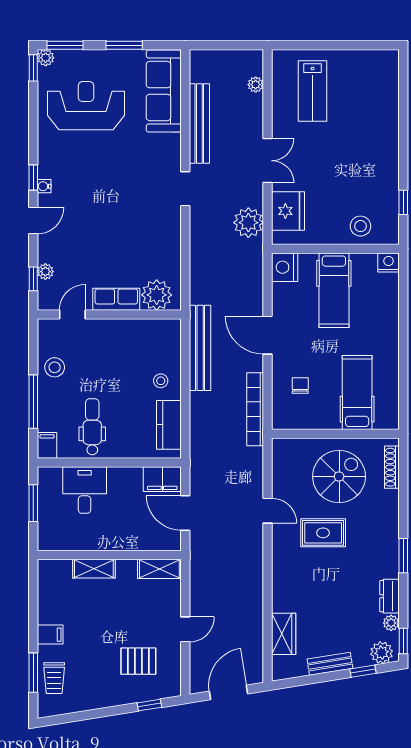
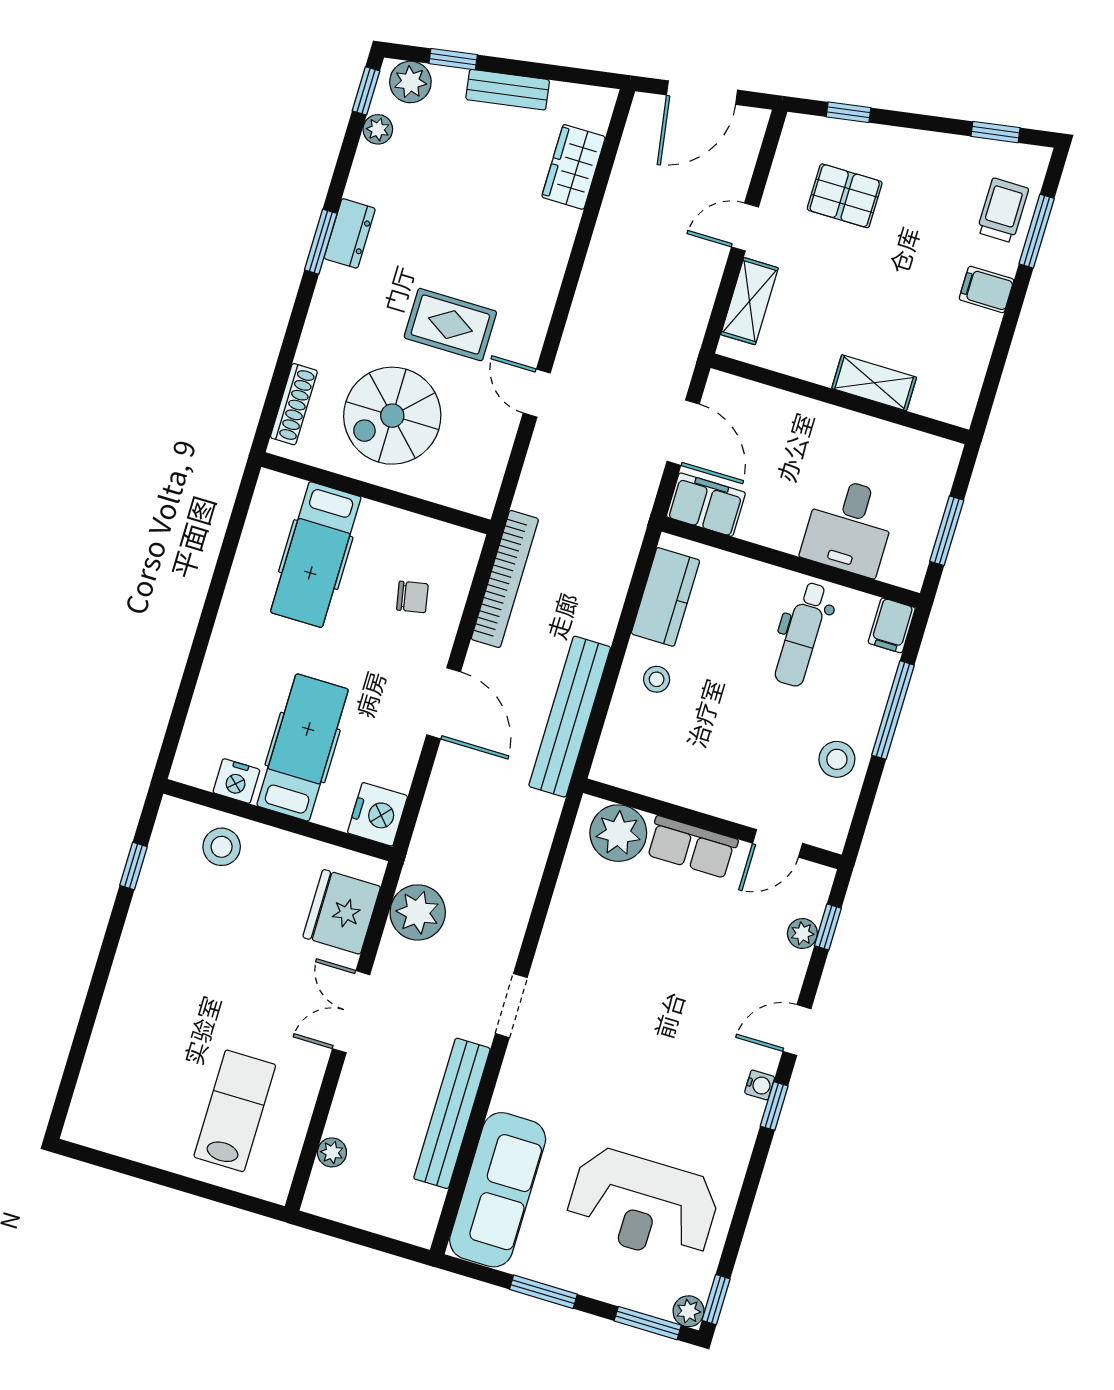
nightstand: (389, 263) -> (236, 781), moved
chair: (300, 385) -> (412, 597), turned -101
shelving: (159, 569) -> (749, 301), moved, turned 90
dresser: (390, 596) -> (350, 233), moved
window: (70, 718) -> (995, 132), added

